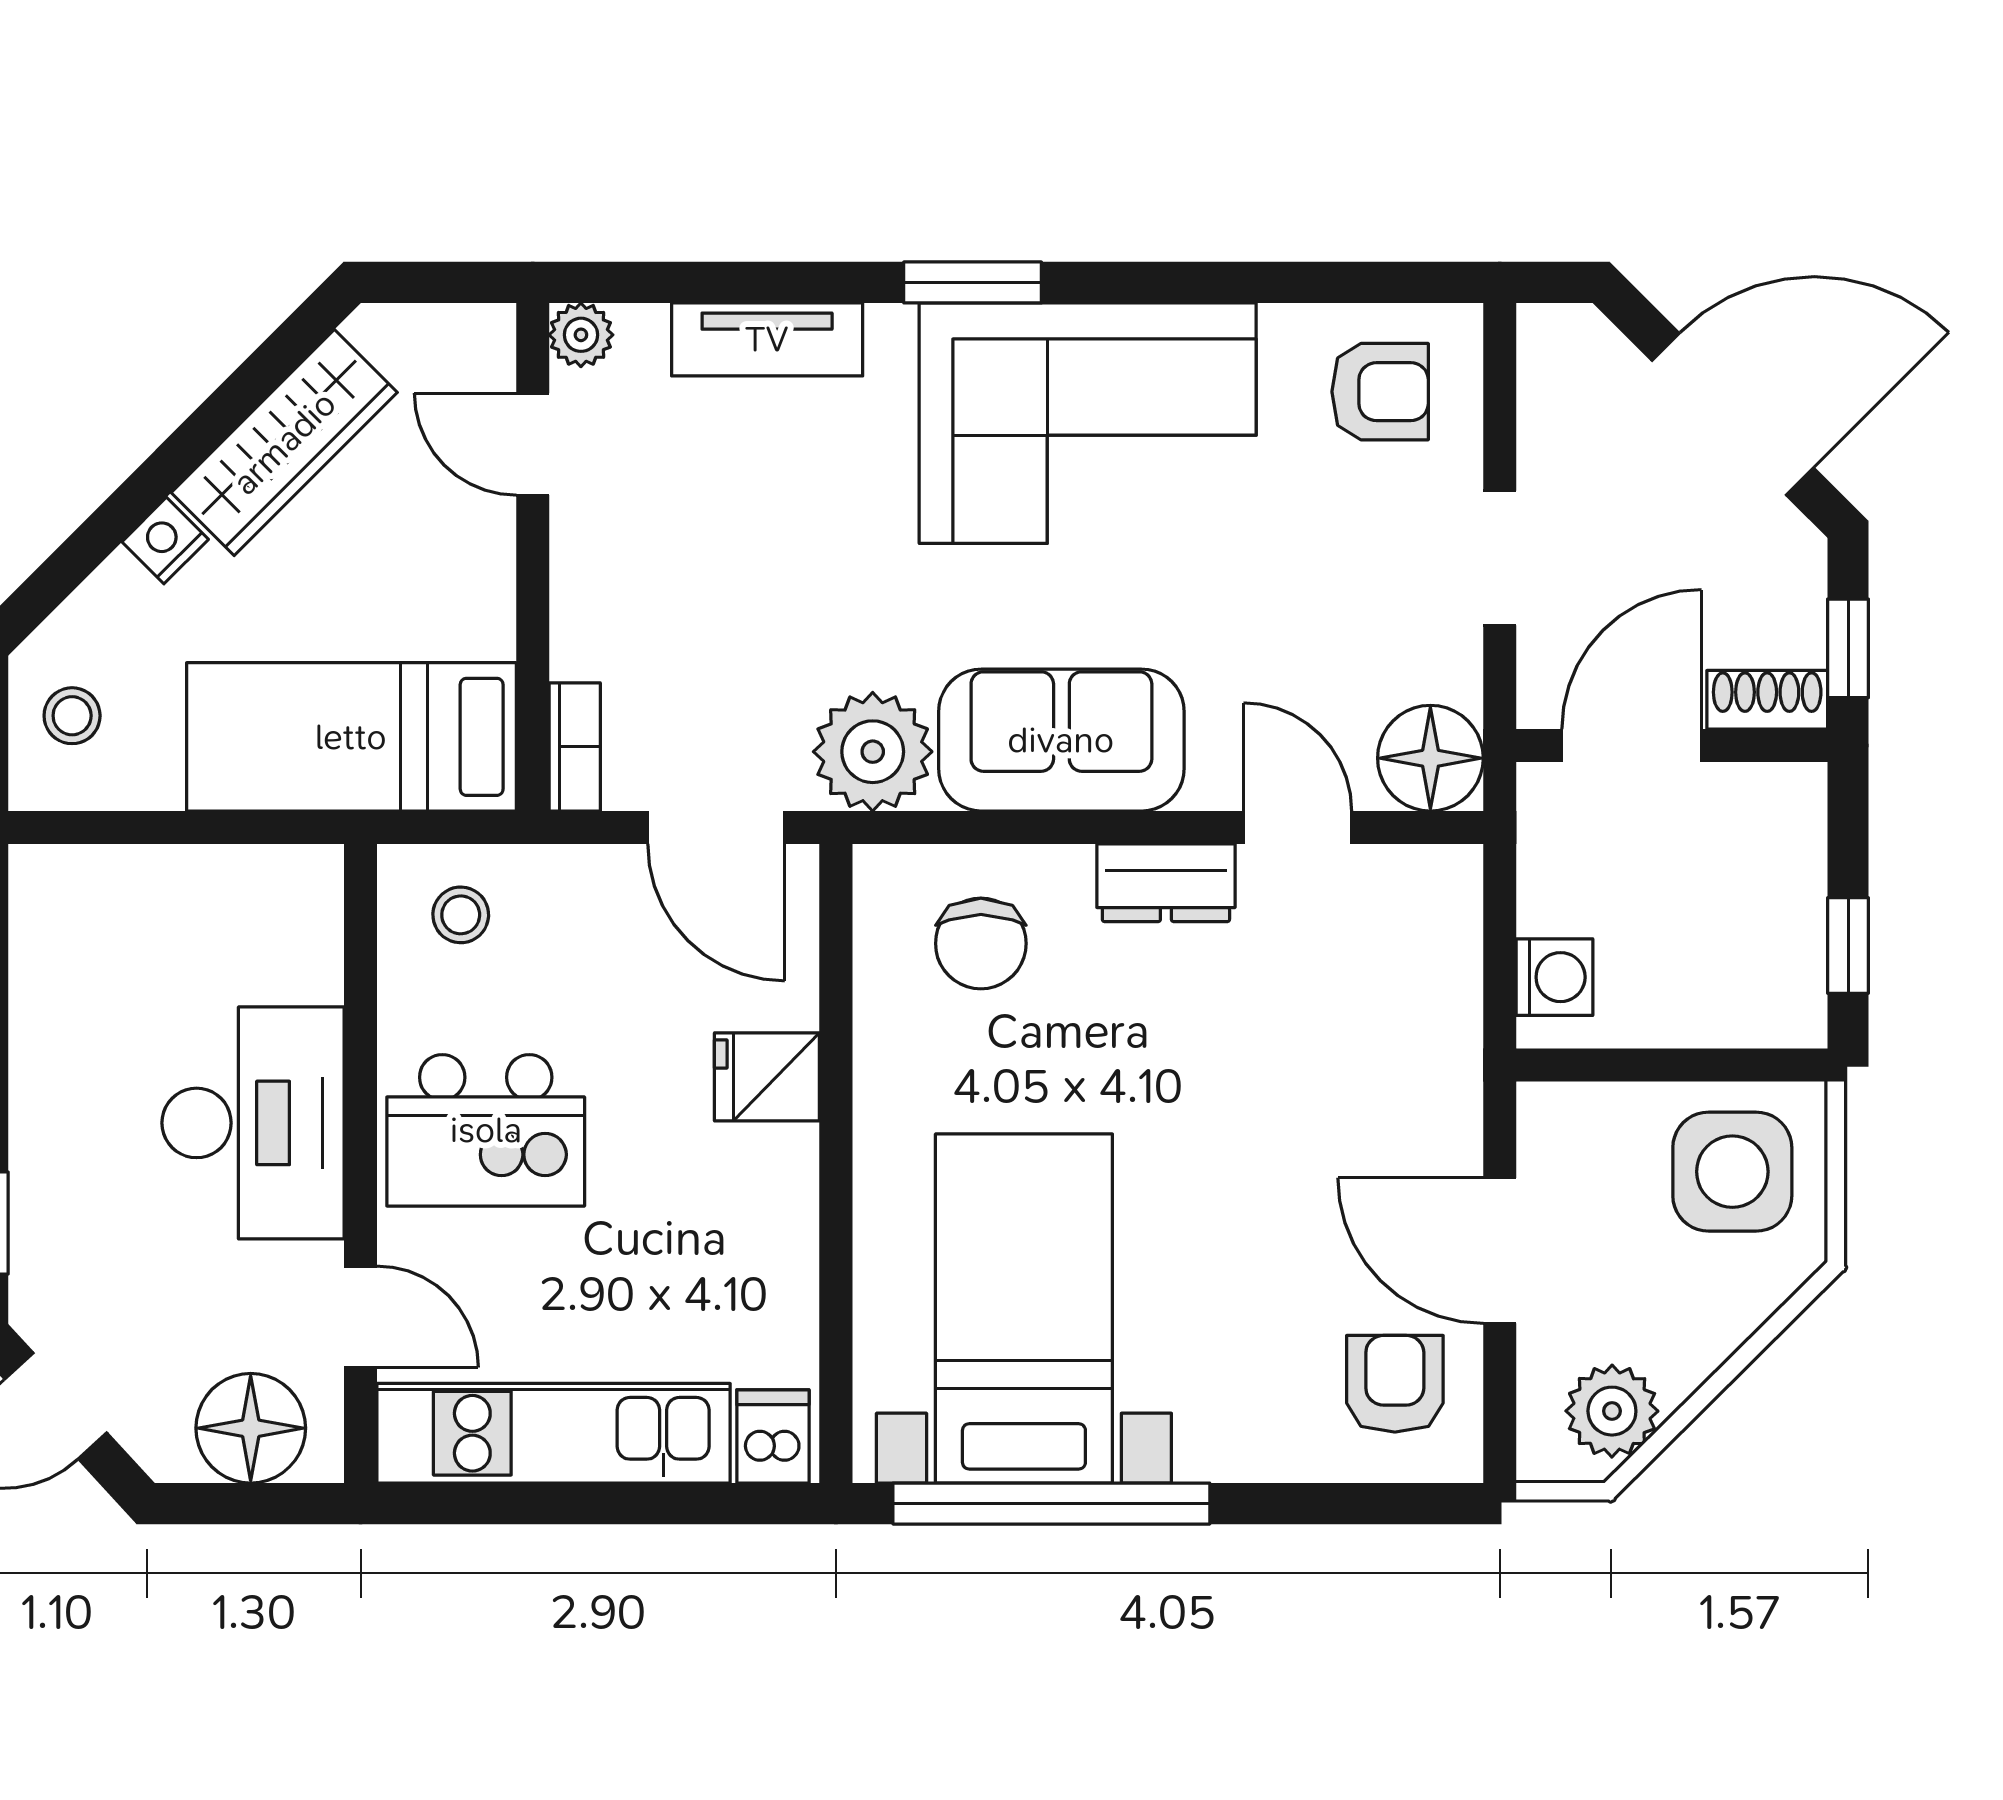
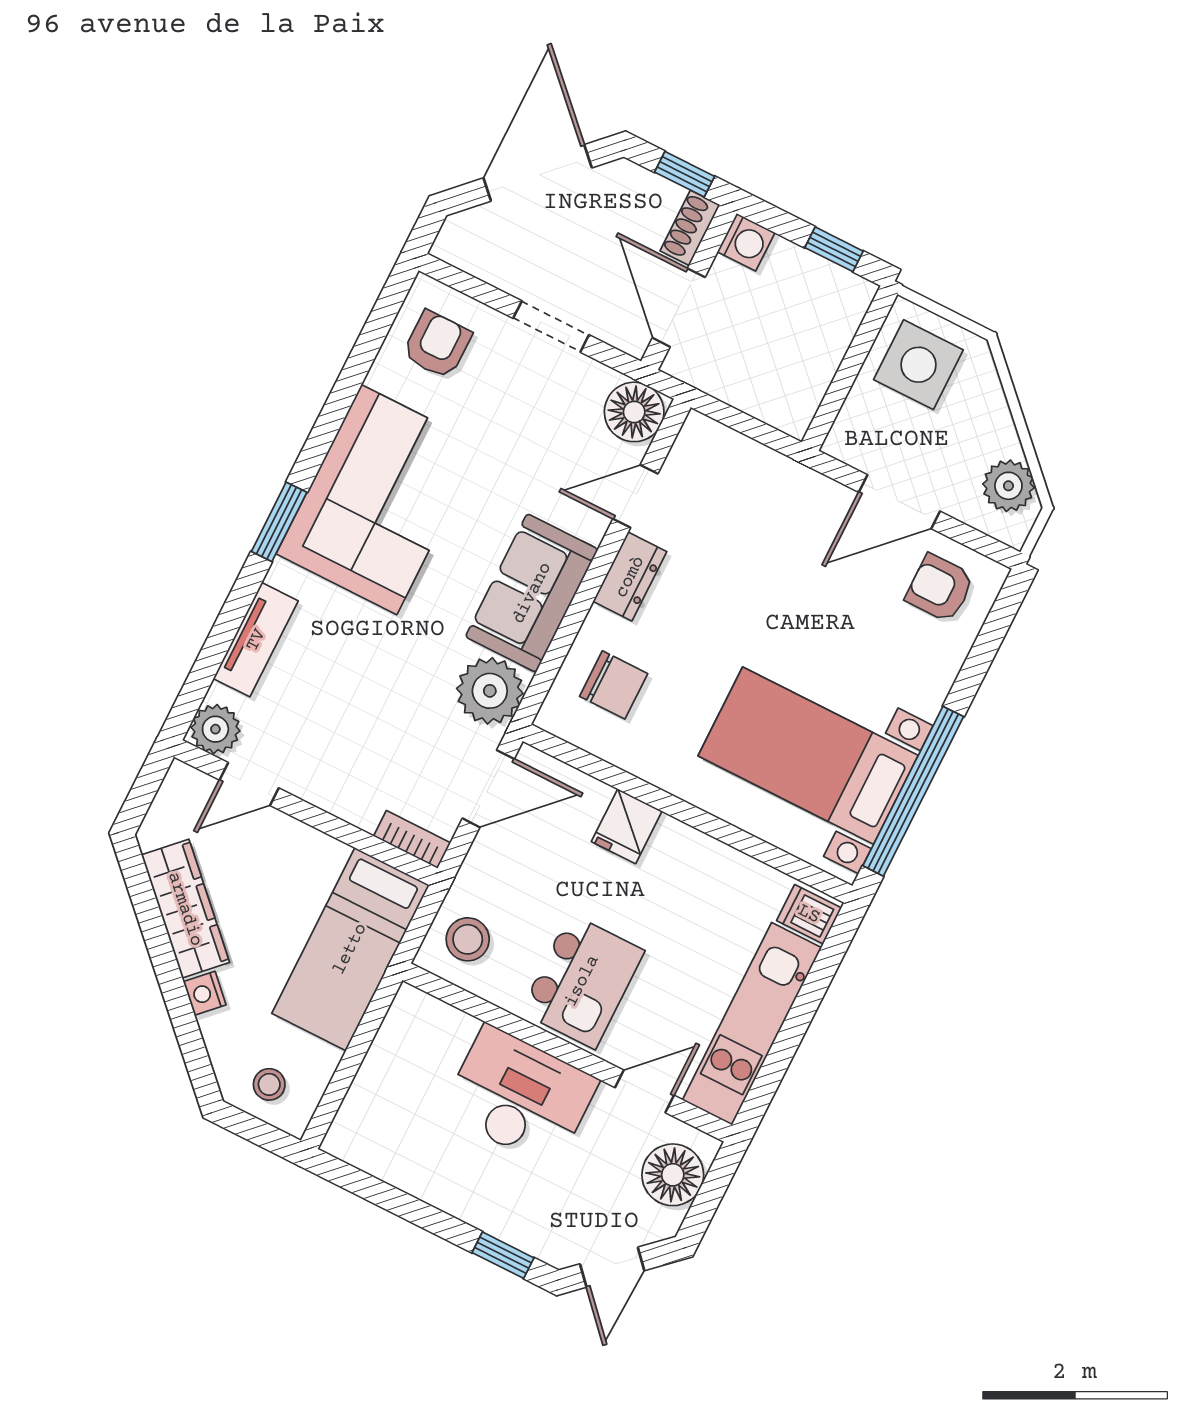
plant: (581, 335) -> (215, 729), width x1.38, depth x1.38
stool: (461, 915) -> (468, 939), width x1.37, depth x1.37
washing machine: (1554, 977) -> (746, 242), moved, turned 90

